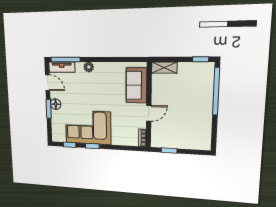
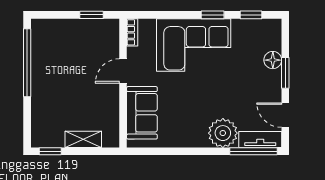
plant: (89, 67) -> (223, 133), width x1.87, depth x1.87
shelving: (164, 68) -> (83, 139), moved
window: (216, 91) -> (27, 63), moved
floor lamp: (56, 104) -> (273, 60), moved
corner sofa: (88, 127) -> (194, 45), moved

